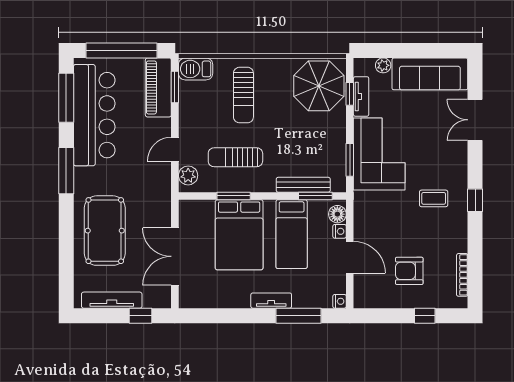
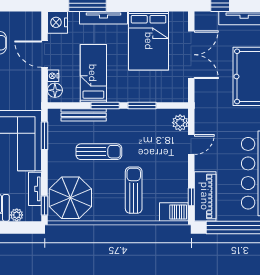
window: (175, 87) -> (191, 197), width x0.67
window: (350, 94) -> (45, 205), moved
sun lounger: (235, 157) -> (99, 152), moved
window: (315, 196) -> (105, 105), moved
bed: (239, 235) -> (149, 41), moved, turned 180
tv unit: (271, 301) -> (103, 18), width x1.41
nightstand: (340, 301) -> (58, 22), width x1.89, depth x1.79

